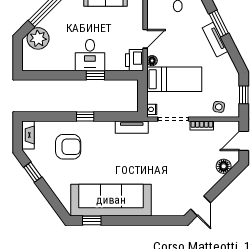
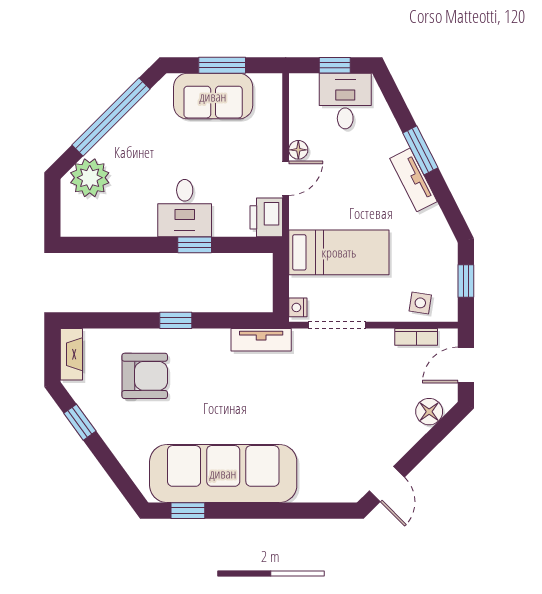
floor lamp: (152, 61) -> (298, 150), moved
bookcase: (202, 125) -> (416, 337), moved

